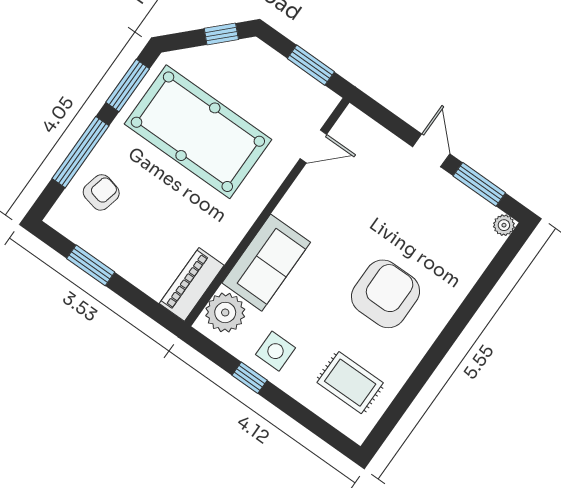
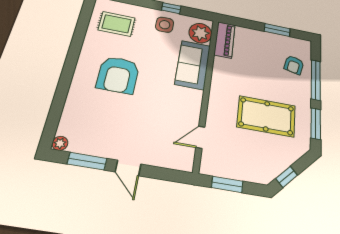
pool table: (198, 132) -> (266, 116), width x0.73, depth x0.76

